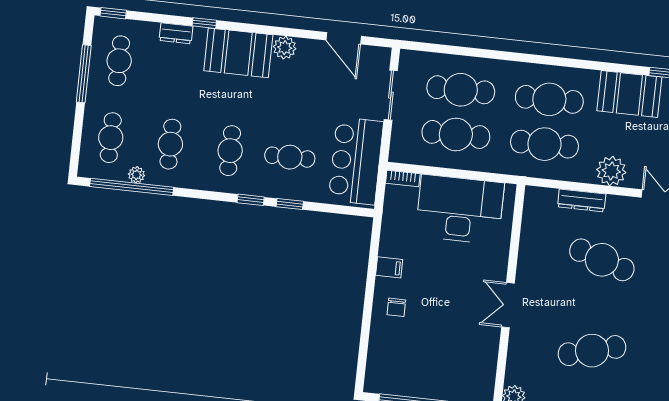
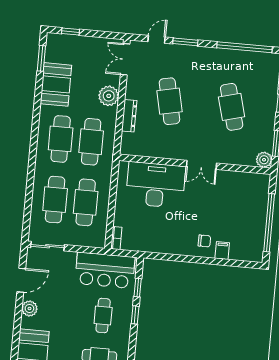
plant: (285, 48) -> (29, 309), moved
sliding door: (391, 95) -> (48, 246), moved
window: (251, 200) -> (138, 288), moved
desk: (460, 209) -> (156, 185), moved, turned 90
cafe table: (602, 260) -> (169, 101), turned -30
filing cabinet: (389, 267) -> (222, 251), moved

